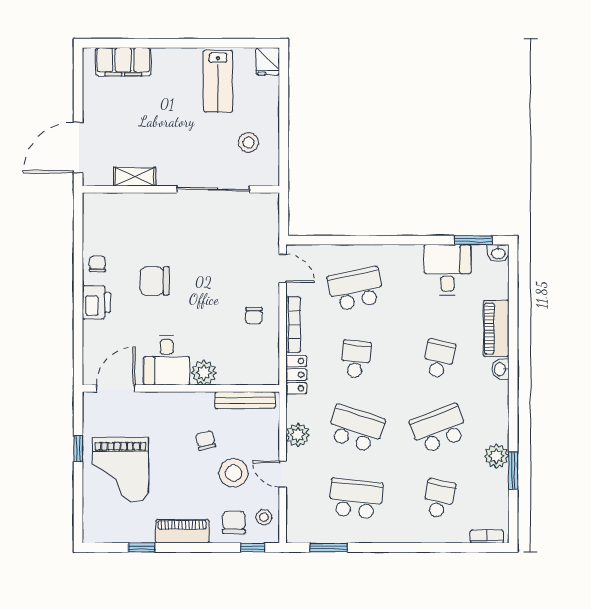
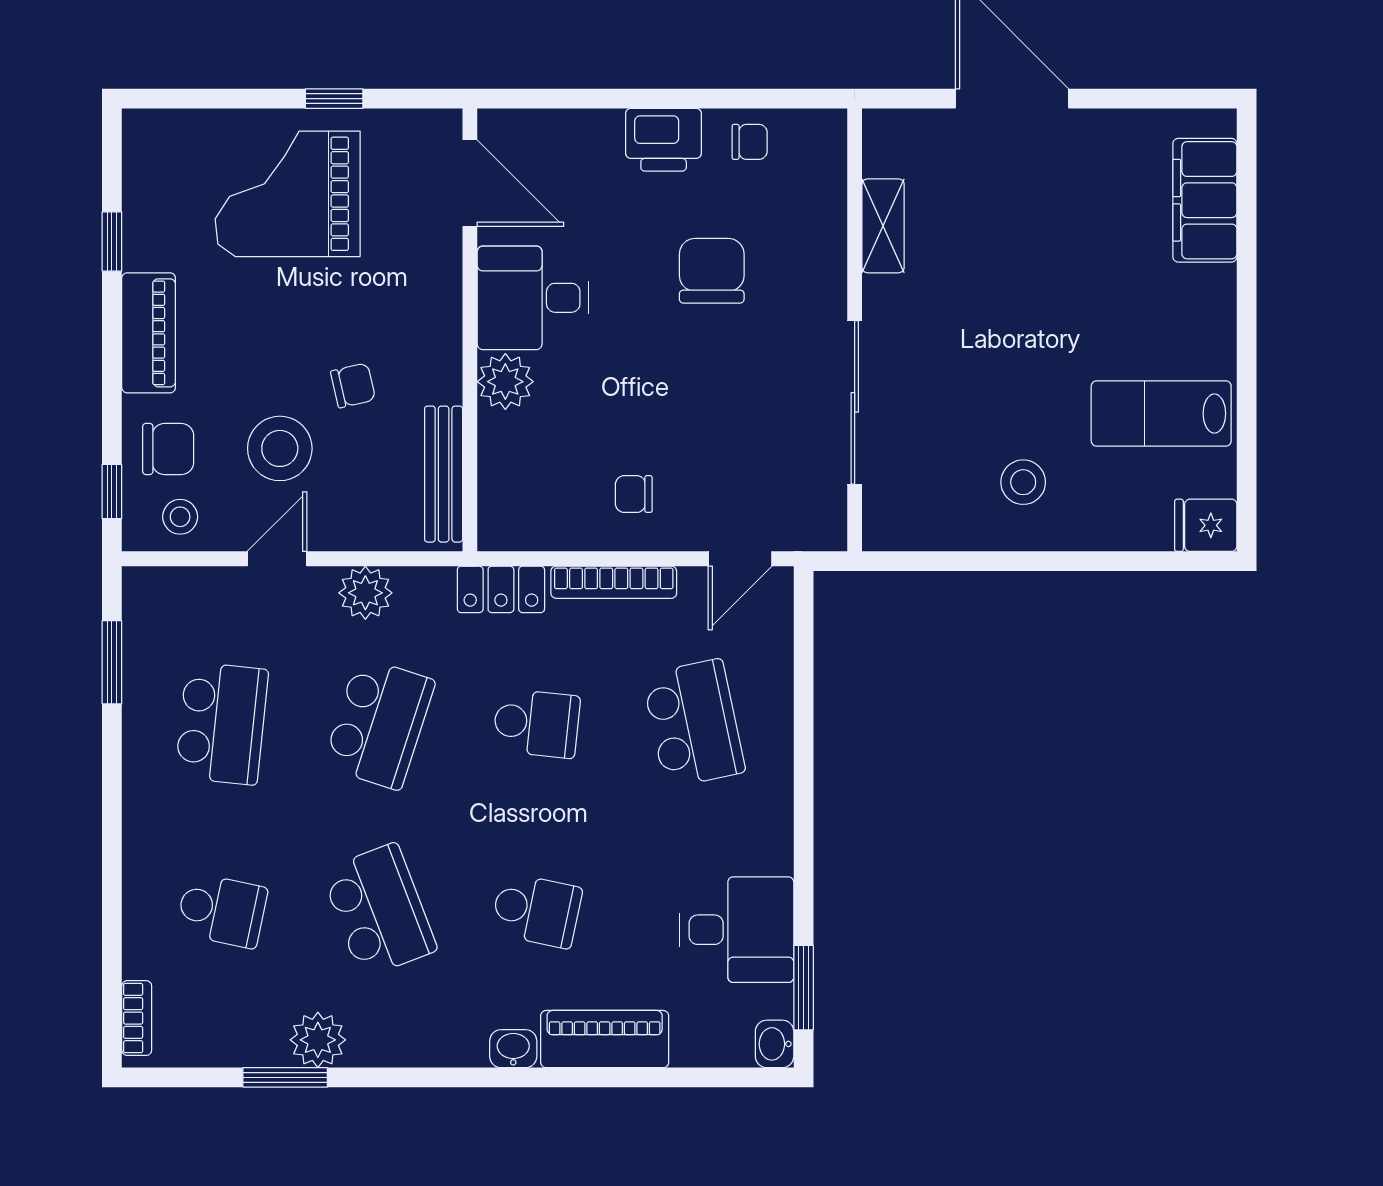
shelving: (135, 177) -> (883, 226), moved
wall: (181, 189) -> (855, 330), moved
sliding door: (213, 189) -> (855, 402), moved

